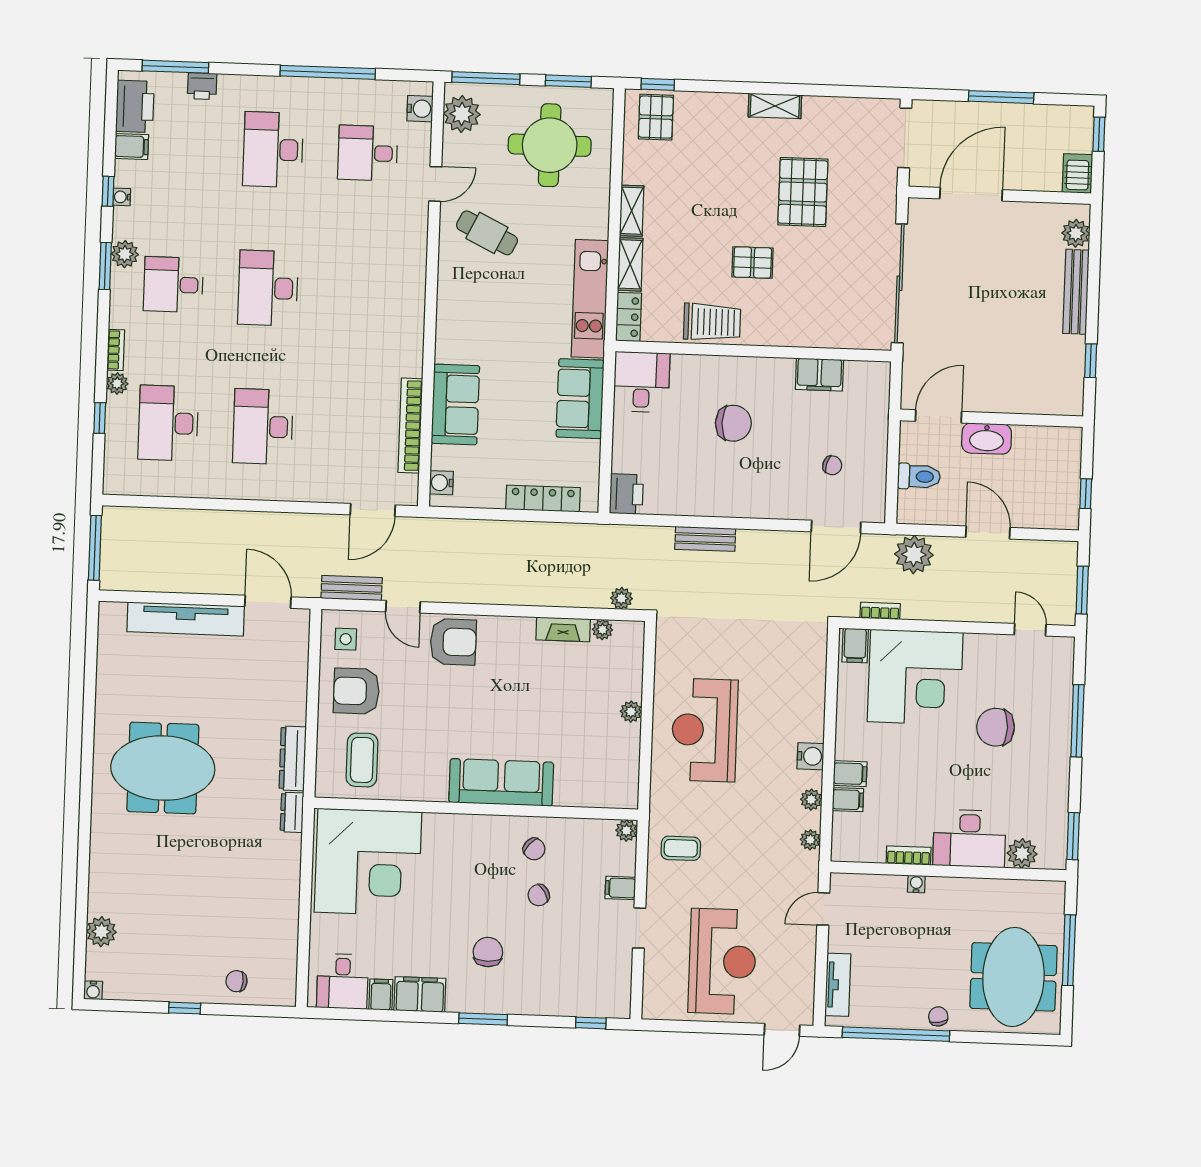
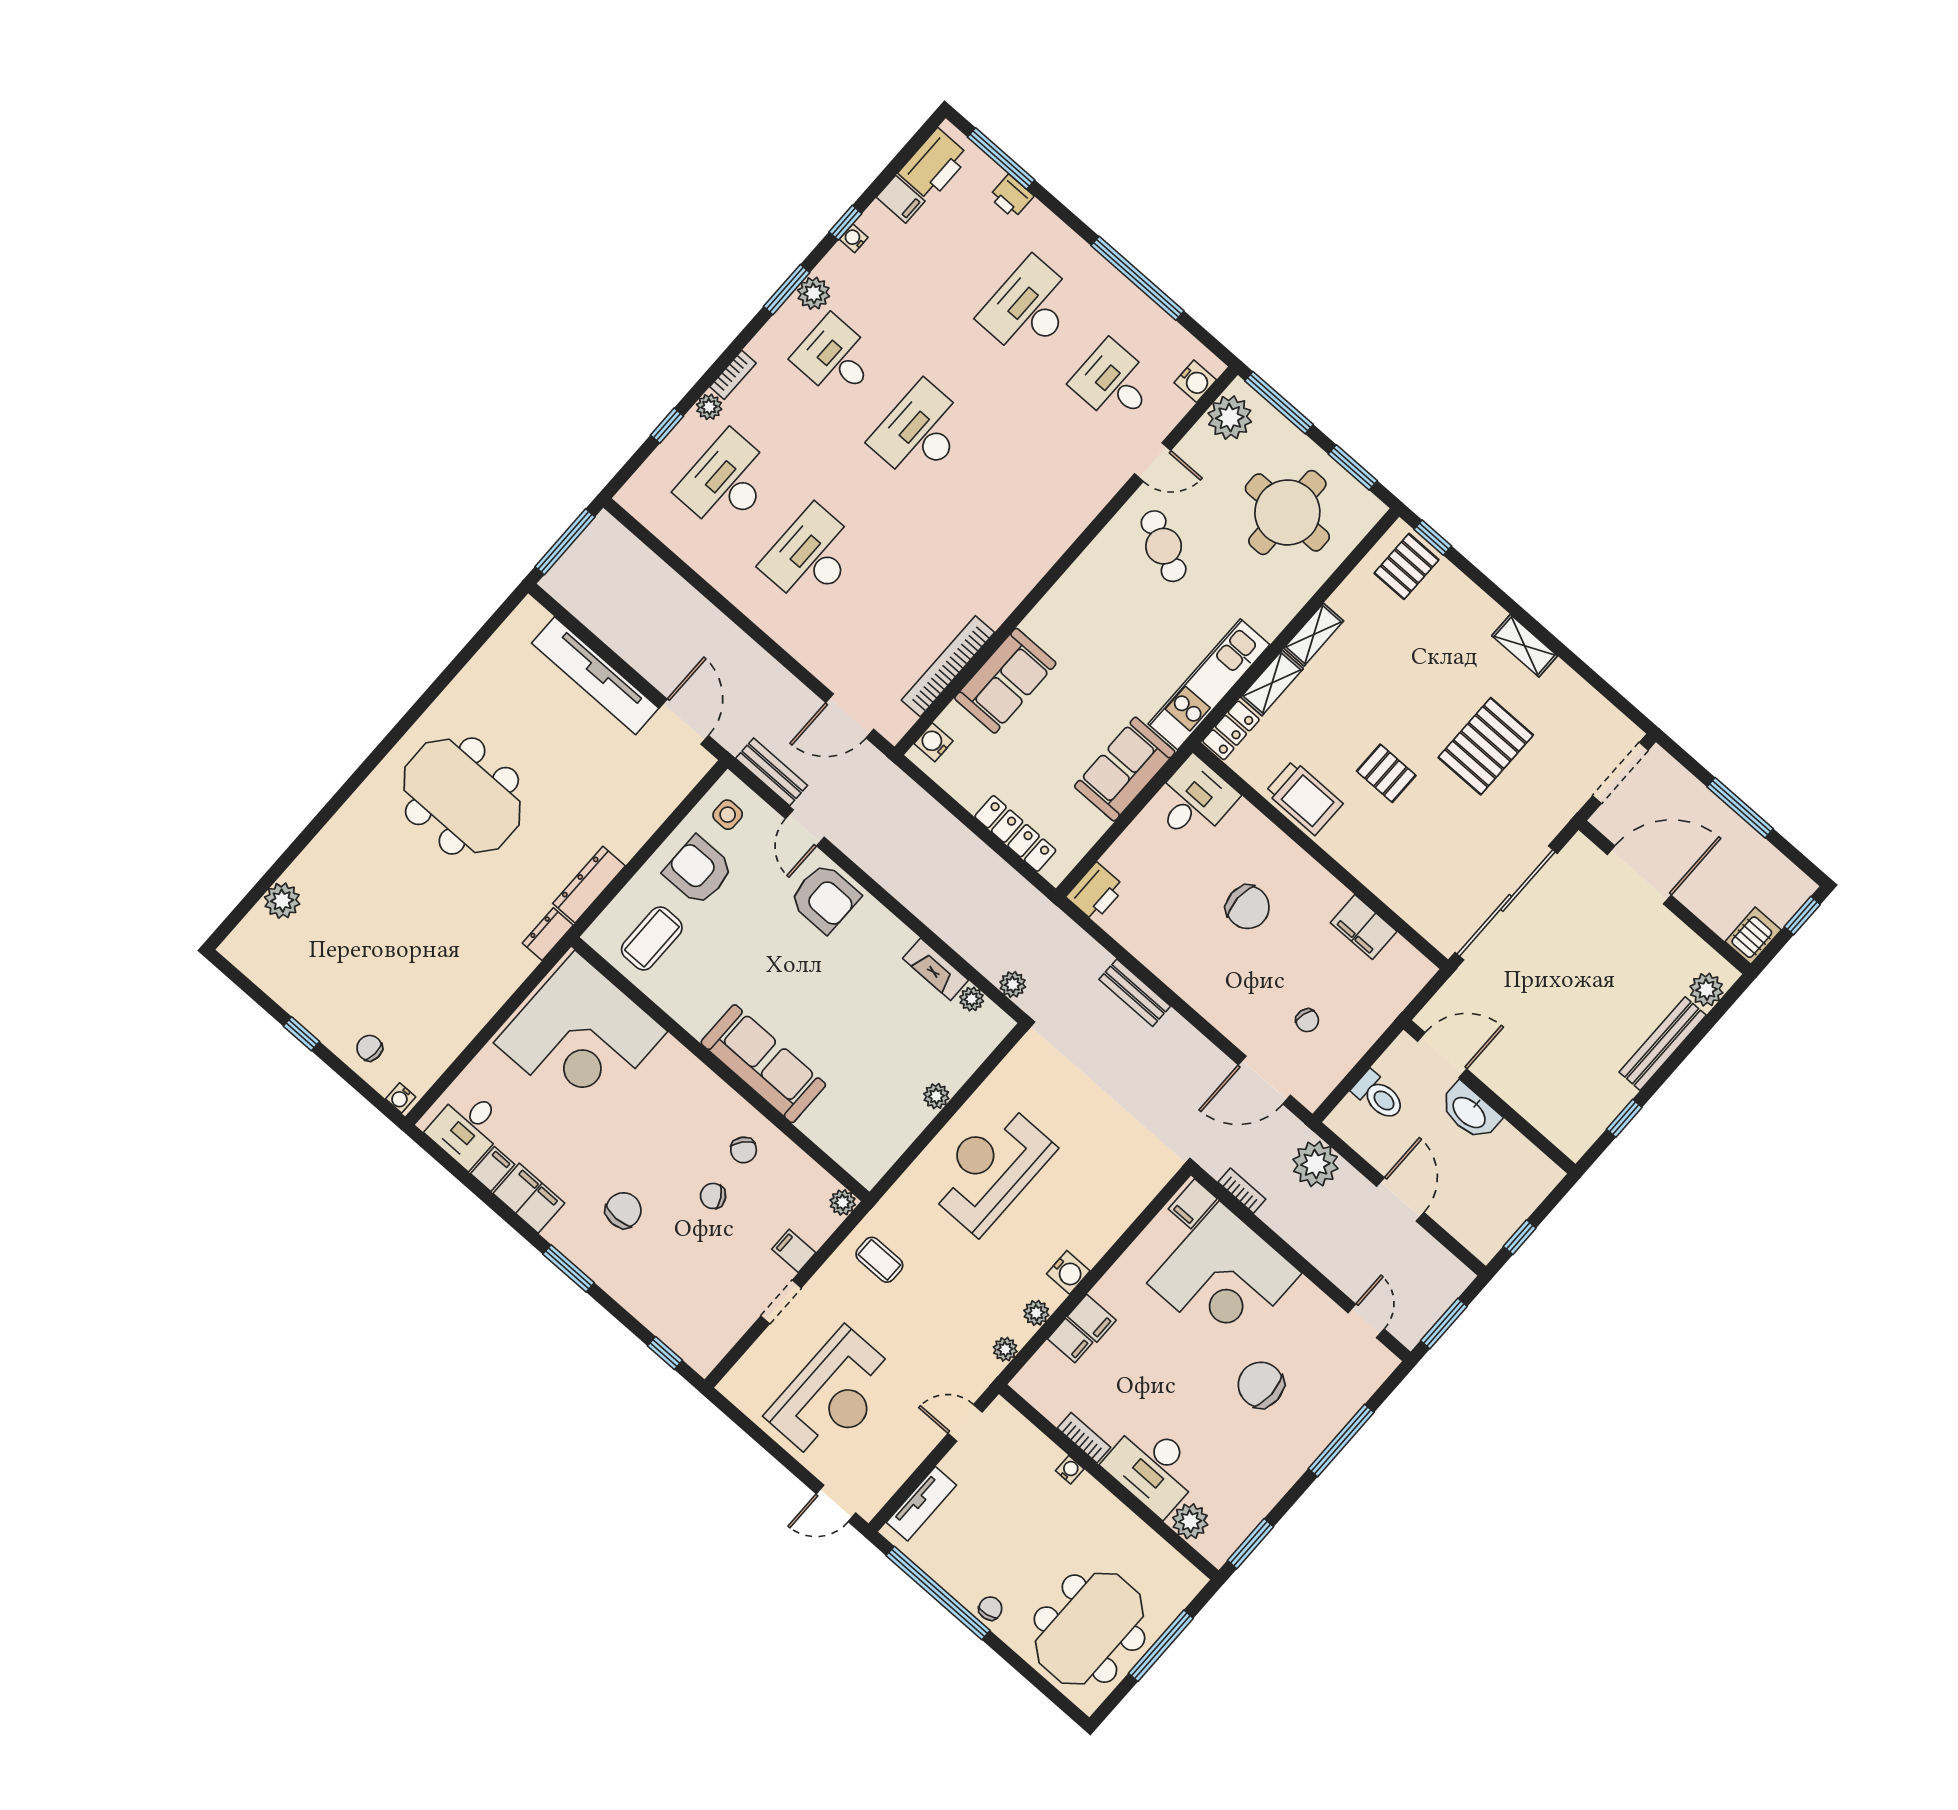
water cooler: (93, 990) -> (401, 1098), moved

